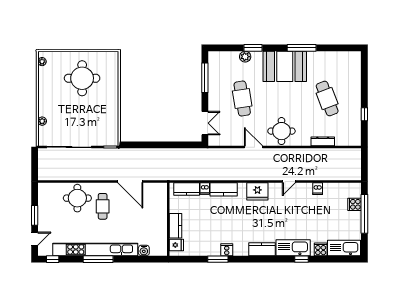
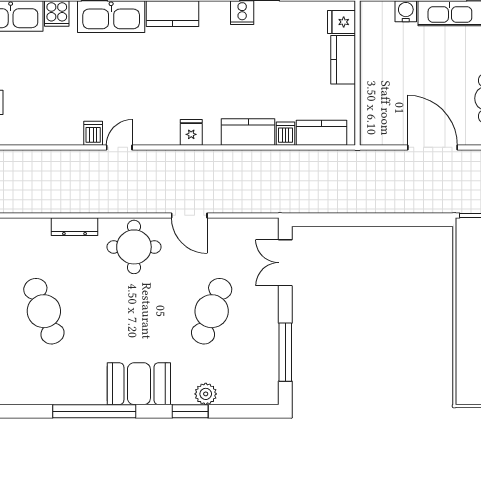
window: (302, 48) -> (94, 411), width x1.46
booth: (285, 66) -> (139, 384), width x0.73, depth x0.70
cafe table: (242, 99) -> (212, 311), turned 30
dresser: (323, 141) -> (75, 227), moved
dishwasher: (318, 189) -> (93, 133), moved
fridge: (257, 191) -> (191, 132), width x0.53, depth x0.75

